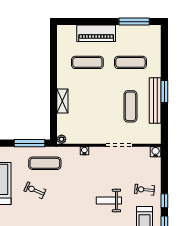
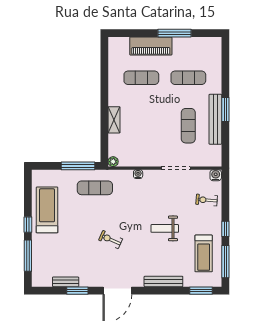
window: (134, 22) -> (174, 33), moved
exercise bike: (35, 190) -> (111, 240), moved
exercise bike: (144, 190) -> (207, 200), moved

